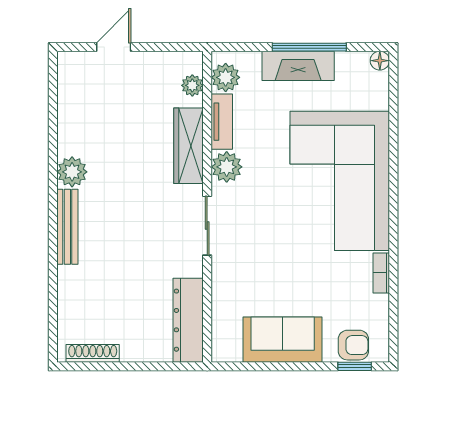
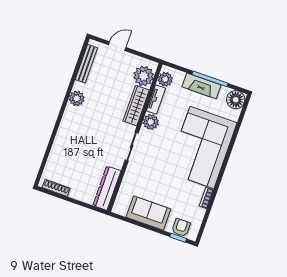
floor lamp: (380, 61) -> (236, 100), width x1.89, depth x1.89
plant: (192, 85) -> (144, 76), width x1.88, depth x1.88
bench: (67, 227) -> (86, 64), moved
armchair: (353, 345) -> (181, 228), turned -90

